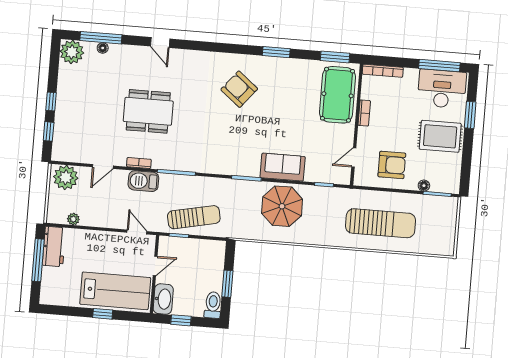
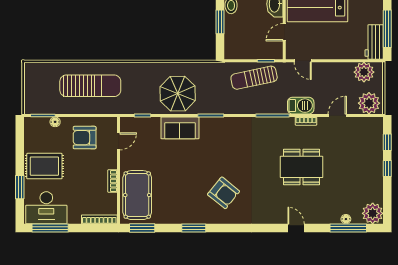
plant: (73, 219) -> (364, 72), width x1.88, depth x1.88
sun lounger: (381, 223) -> (90, 86), turned 180

